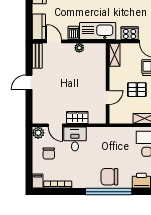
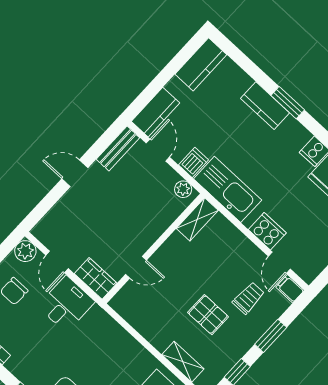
shelving: (115, 55) -> (197, 219), moved
wall: (108, 83) -> (153, 249), moved
door: (108, 98) -> (136, 267), moved

